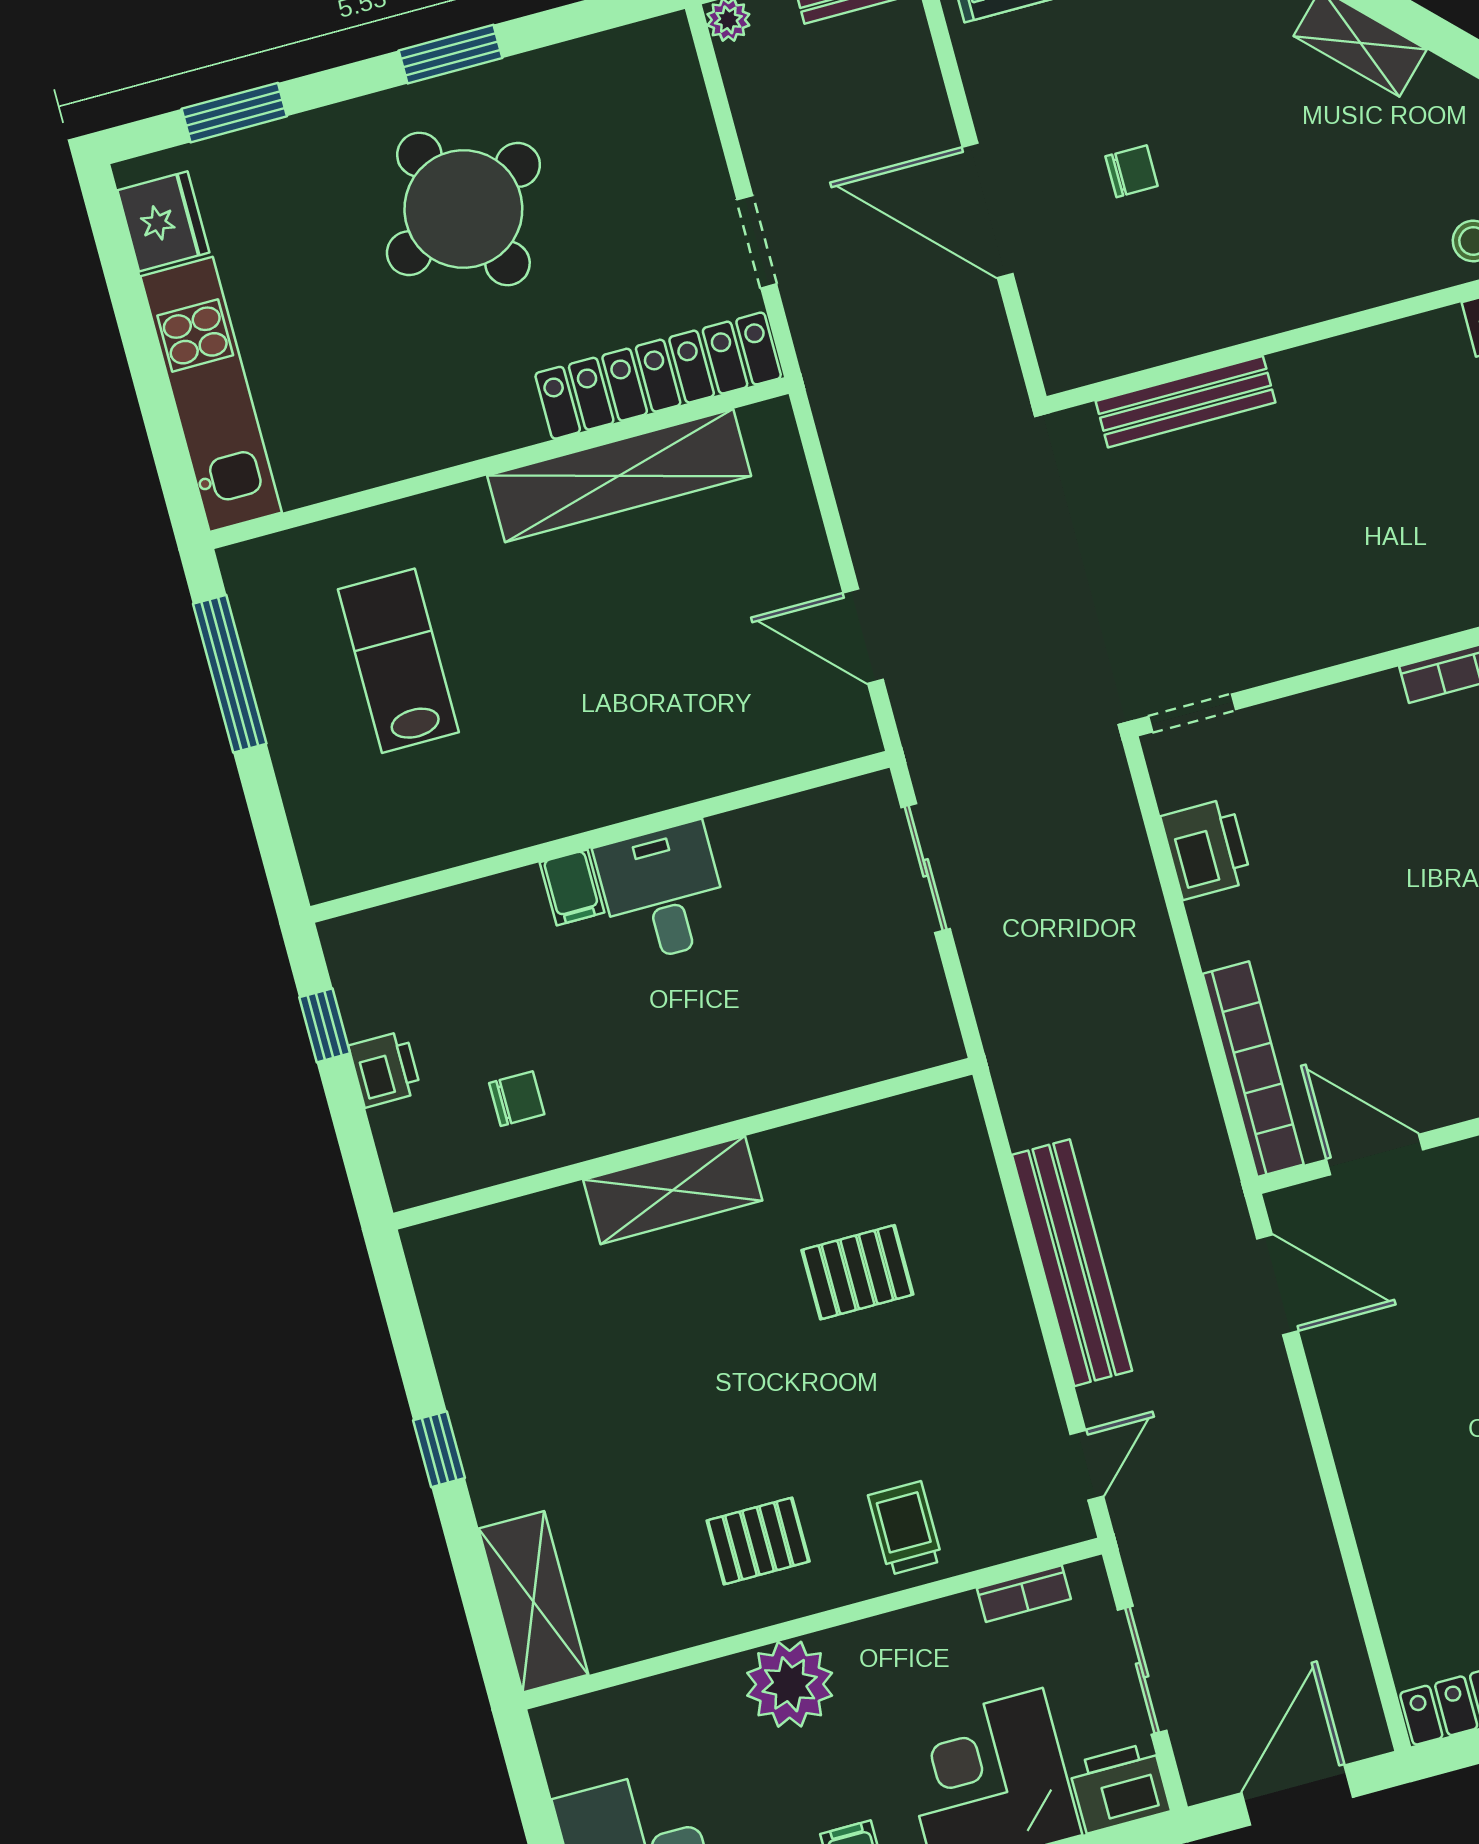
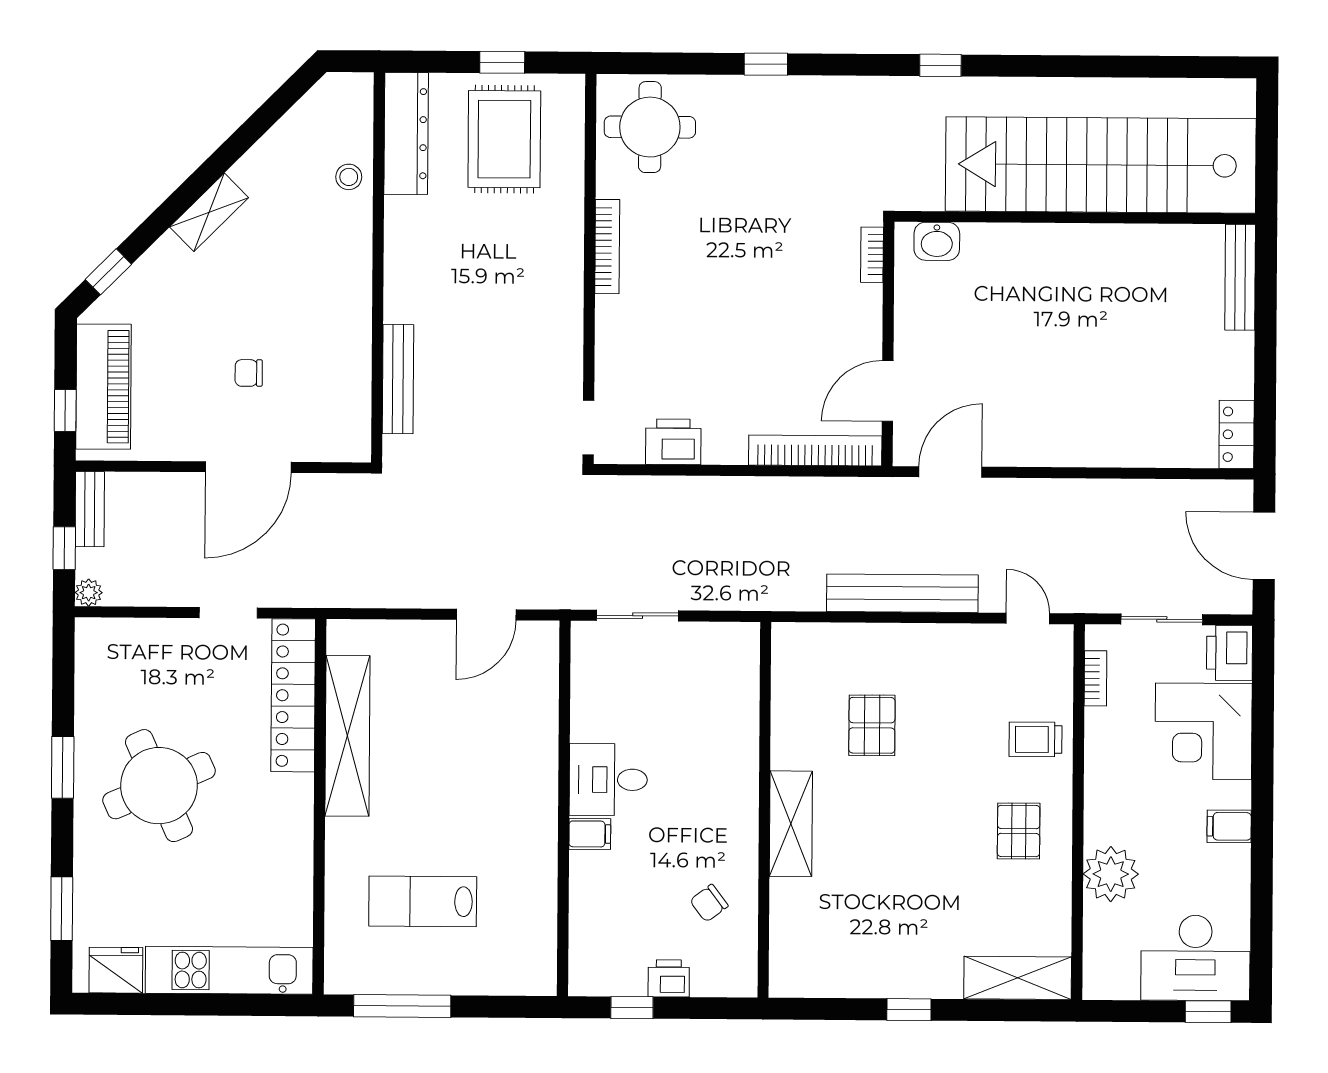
chair: (1132, 171) -> (249, 373), turned -90
chair: (517, 1099) -> (709, 903), turned -127
plant: (790, 1684) -> (1111, 874), moved

